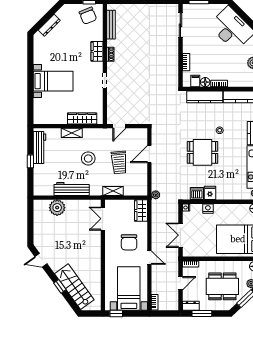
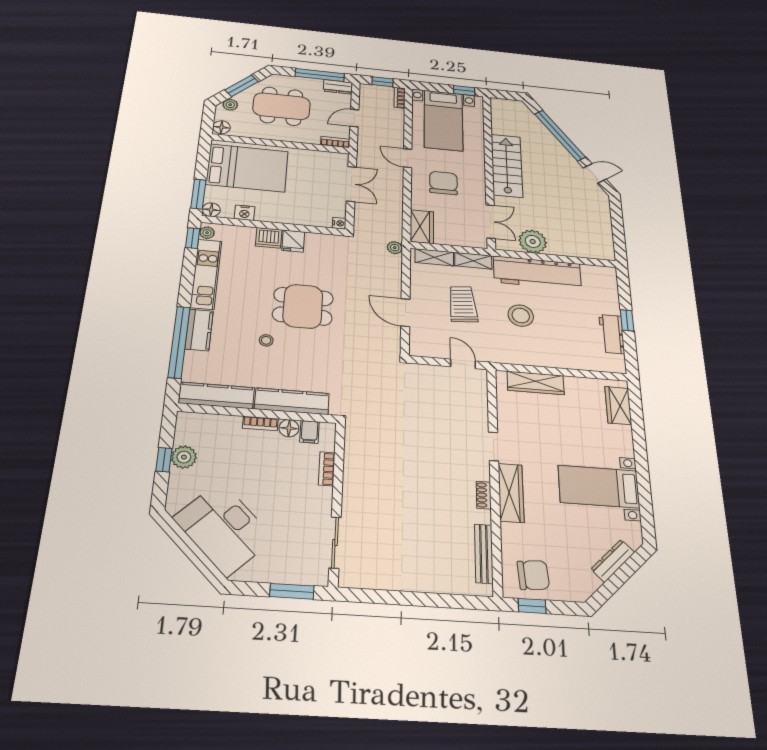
chair: (88, 16) -> (533, 575), turned 107
wardrobe: (97, 51) -> (511, 493), width x1.50
bed with nightstands: (53, 81) -> (599, 487), moved
wardrobe: (40, 109) -> (618, 406), added
door: (119, 126) -> (463, 364), hinge flipped
shelving: (72, 133) -> (434, 257), moved
workbench: (40, 147) -> (612, 334), width x0.73
door: (149, 154) -> (405, 313), swing flipped
workbench: (72, 189) -> (537, 273), width x1.36, depth x1.32
dishwasher: (197, 194) -> (269, 238), moved
plant: (57, 208) -> (533, 241), moved
nightstand: (208, 209) -> (244, 213), moved
window: (60, 286) -> (560, 135), width x3.17
stairs: (74, 287) -> (507, 166), moved, turned -144
window: (165, 314) -> (383, 82), added
window: (202, 314) -> (320, 75), width x1.44

